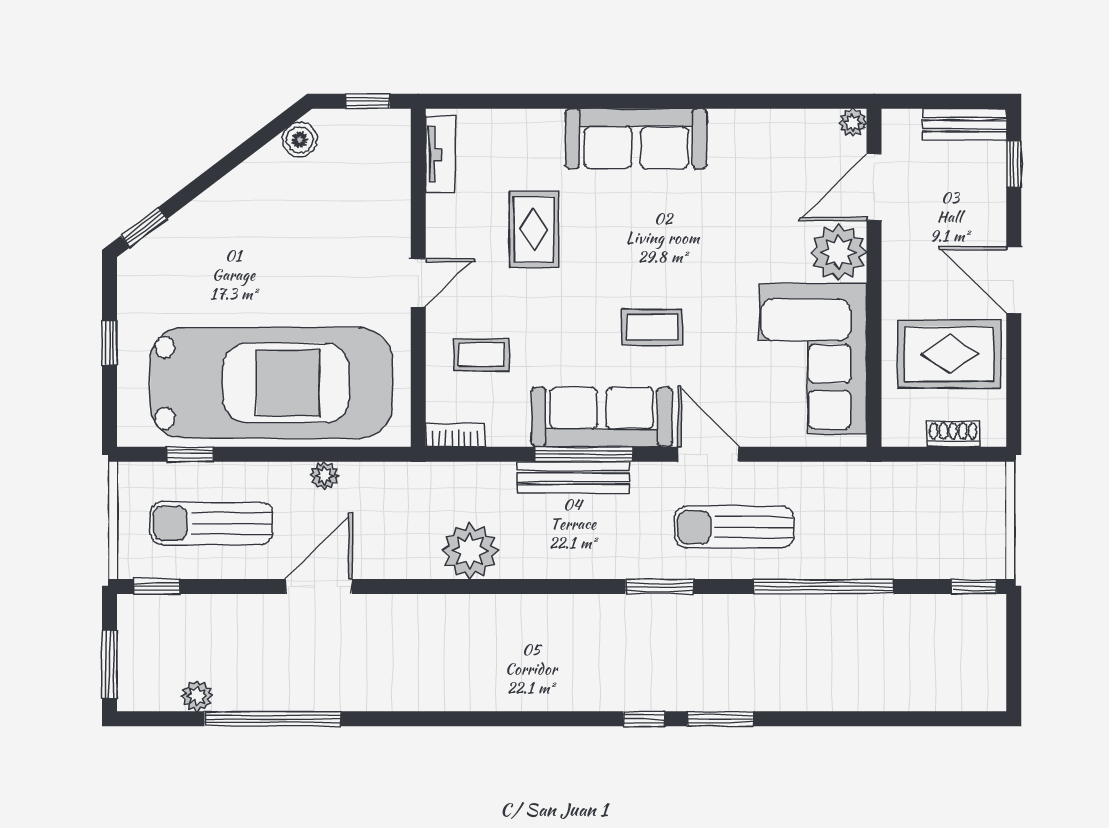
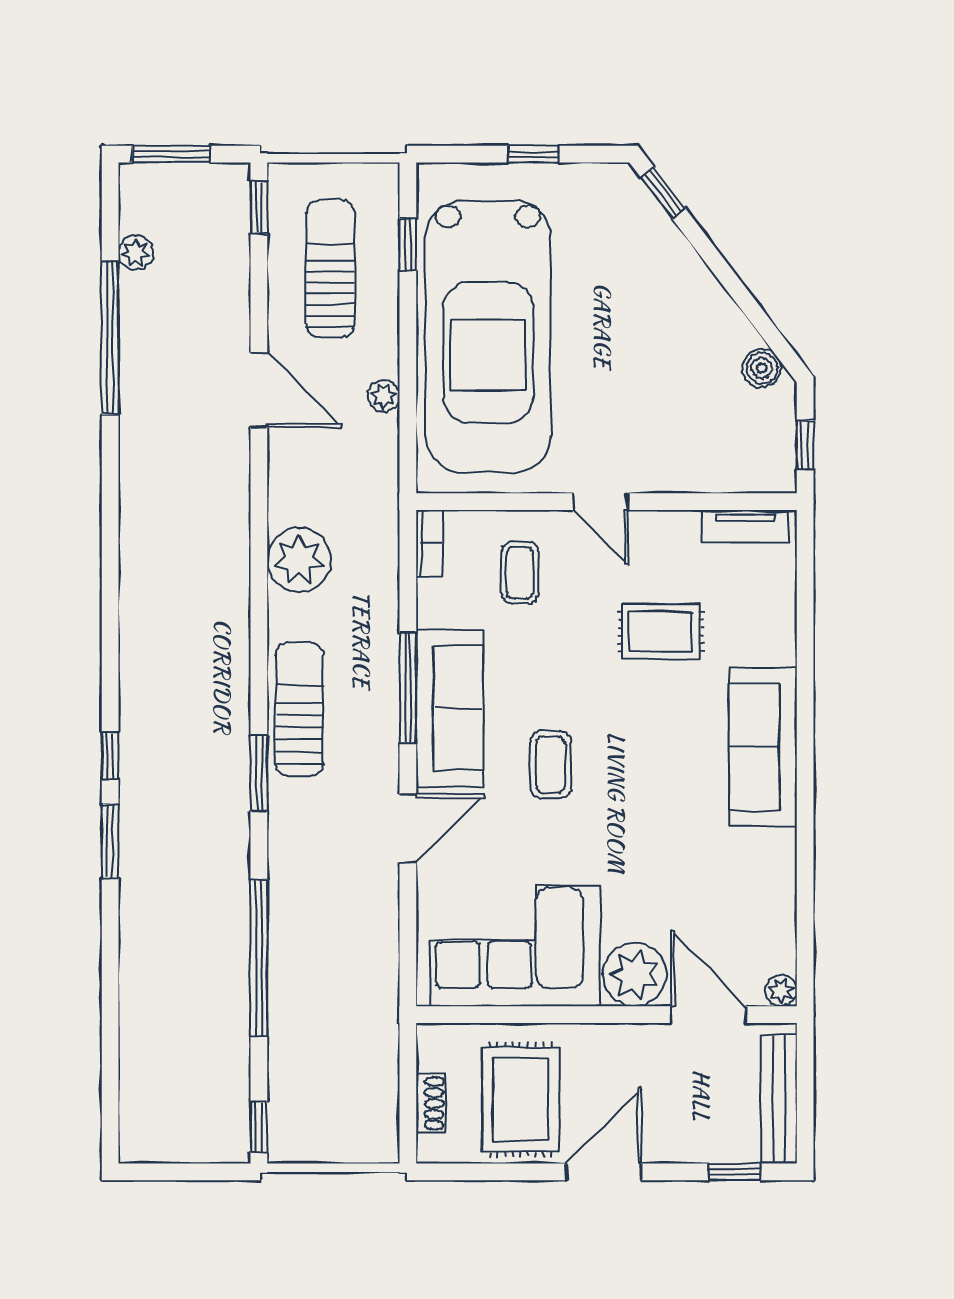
bench: (965, 125) -> (779, 1099), width x1.36
bench: (573, 477) -> (382, 676), removed
sun lounger: (734, 527) -> (299, 709), moved

